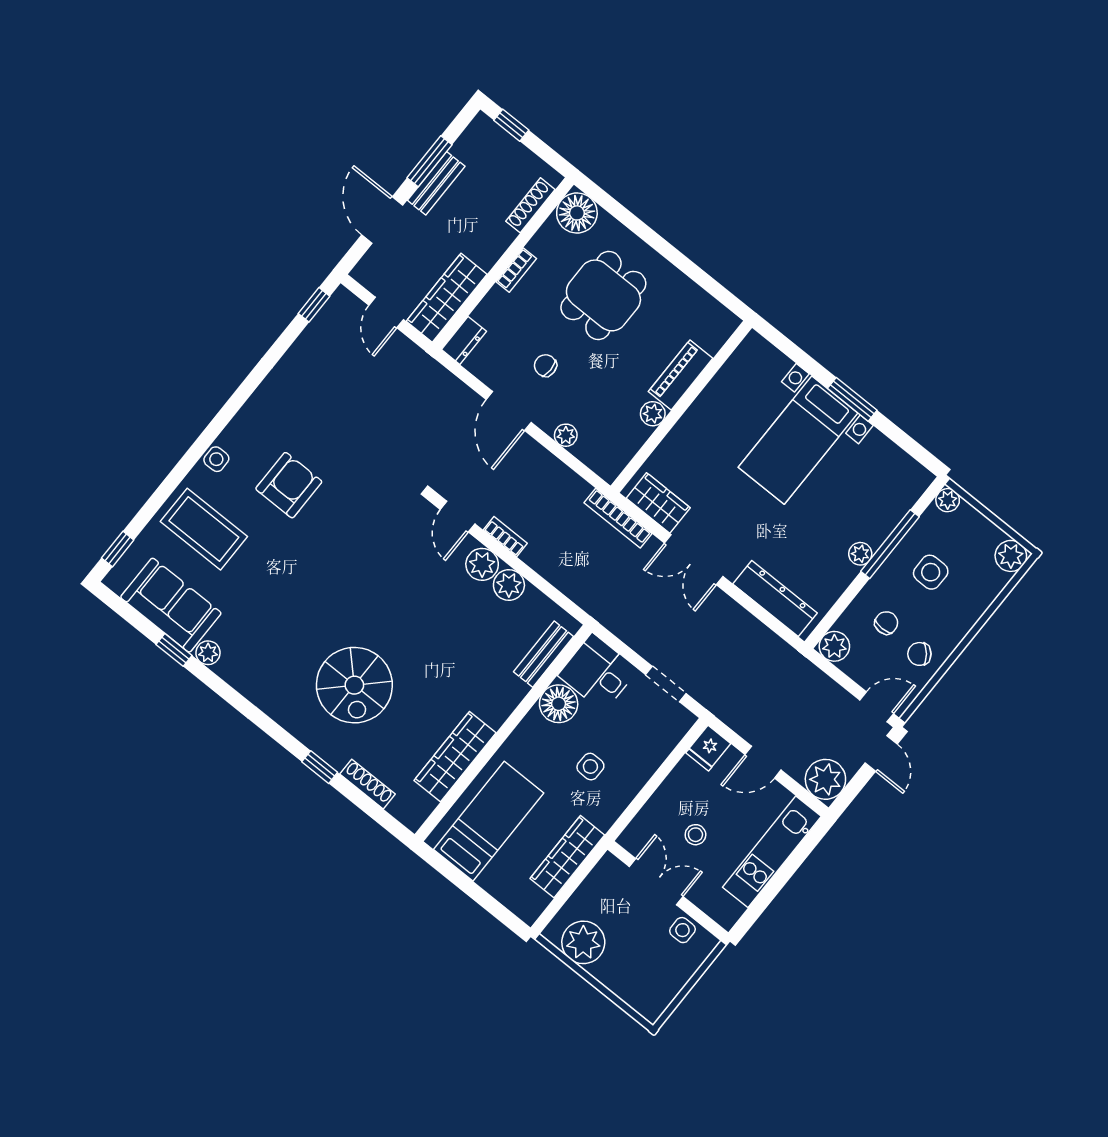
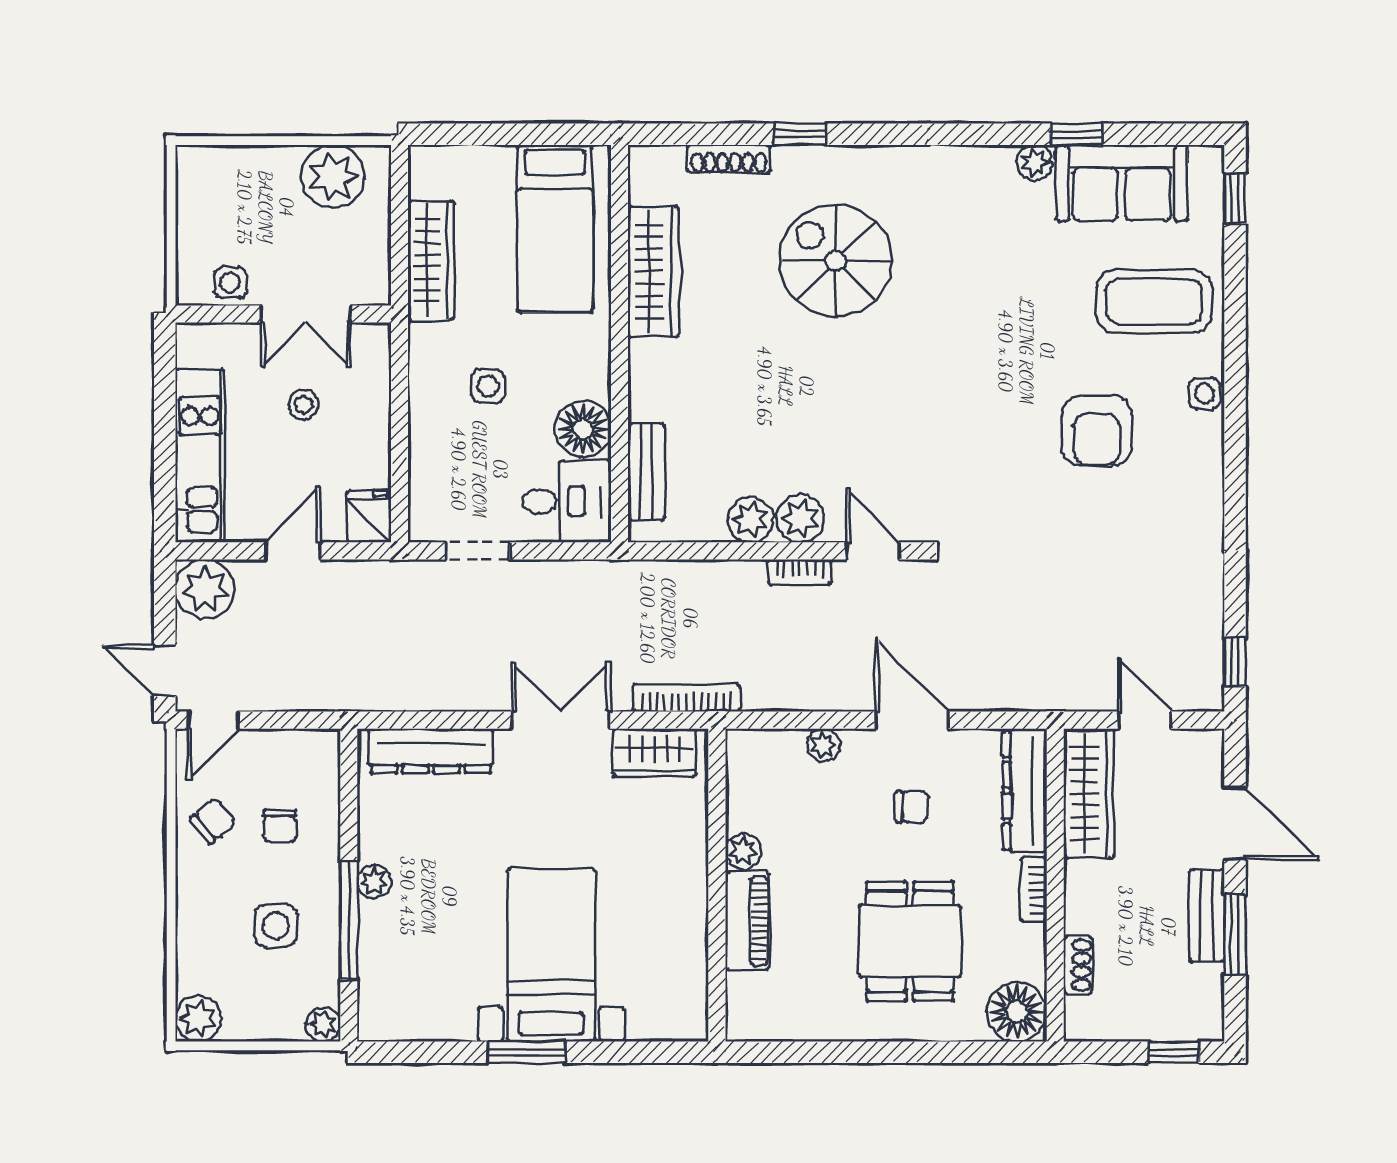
shoe rack: (530, 205) -> (1078, 965), width x0.70
dresser: (464, 340) -> (1025, 791), width x1.96, depth x1.24
plant: (834, 646) -> (318, 751), removed

